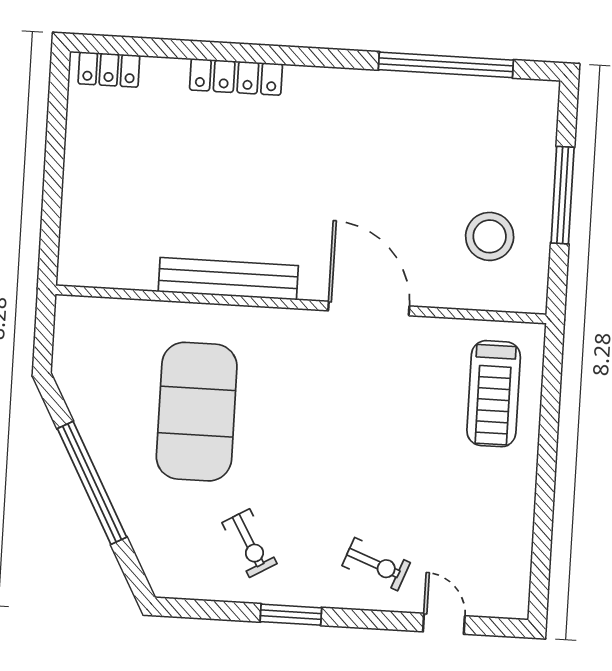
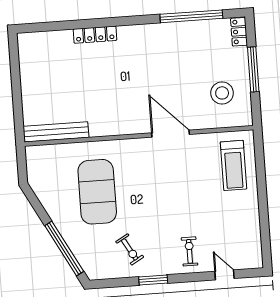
locker: (109, 70) -> (239, 32), moved, turned 90
bench: (228, 279) -> (56, 132), moved
window: (92, 483) -> (64, 249), moved
exercise bike: (376, 564) -> (189, 251), turned -111

